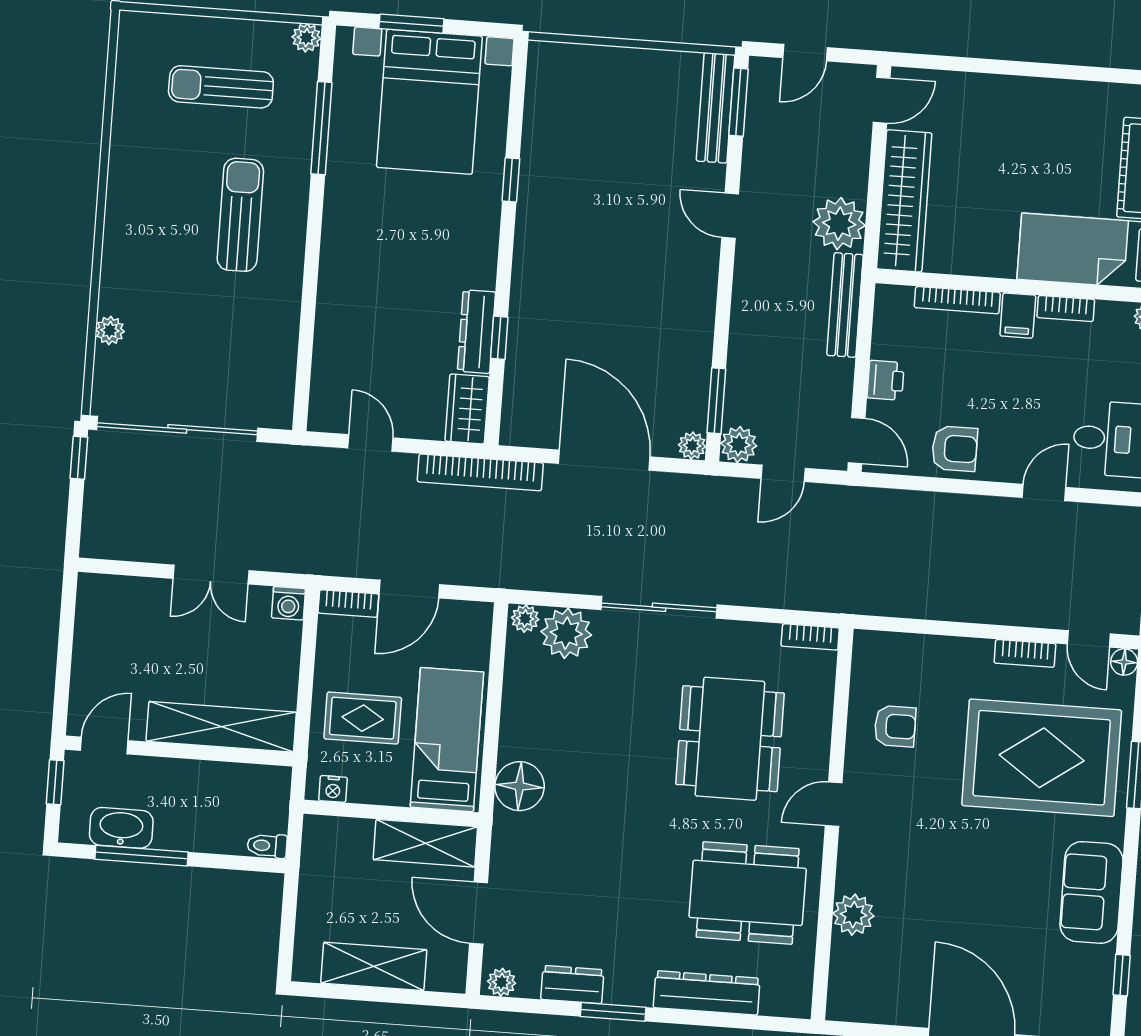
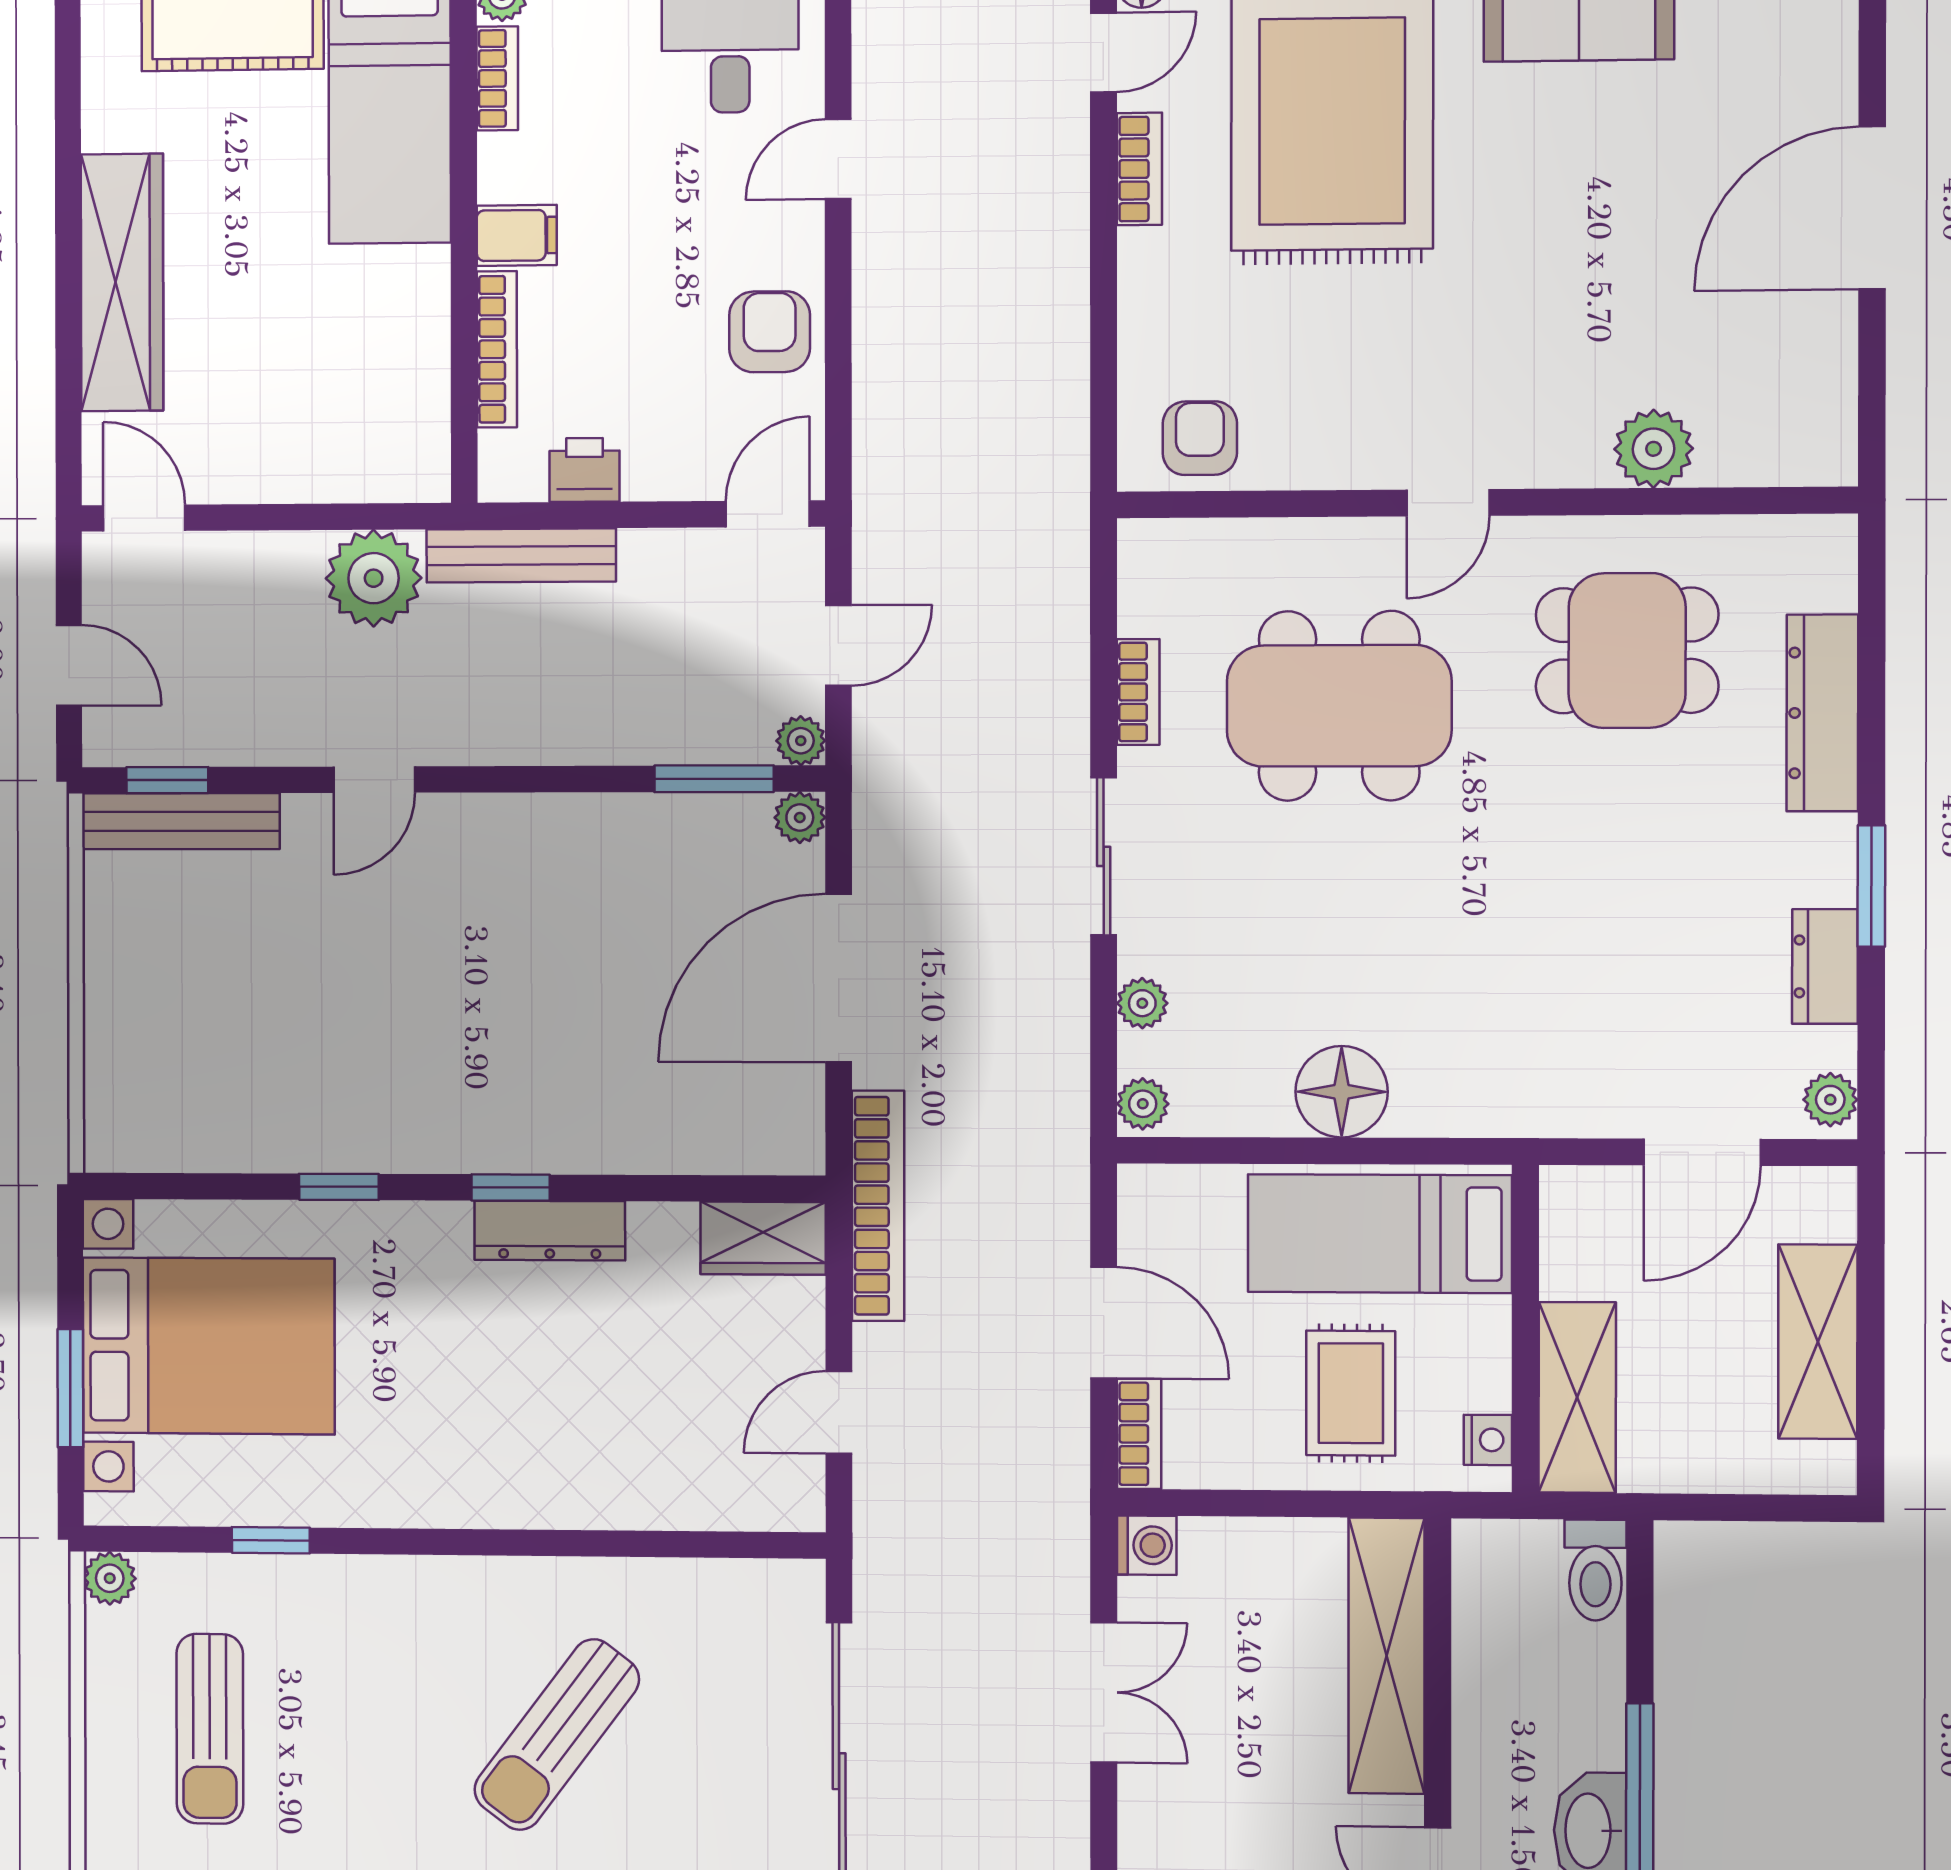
window: (738, 102) -> (167, 780), width x0.67
window: (321, 128) -> (271, 1540), width x0.46
wardrobe: (904, 201) -> (122, 282), moved, turned 90
sun lounger: (240, 215) -> (557, 1735), moved, turned -53
bookcase: (1066, 308) -> (497, 78), moved
dresser: (476, 332) -> (550, 1231), moved
window: (499, 338) -> (511, 1188), moved
printer: (886, 380) -> (584, 470), moved
plant: (739, 445) -> (801, 741), width x0.73, depth x0.73
door: (783, 473) -> (838, 645), hinge flipped
door: (1044, 492) -> (838, 159), hinge flipped
sliding door: (659, 607) -> (1104, 856), width x0.73
plant: (566, 633) -> (1142, 1003), width x0.53, depth x0.53
bookcase: (810, 637) -> (1138, 692), moved
armchair: (895, 726) -> (1200, 438), moved
floor lamp: (520, 786) -> (1342, 1092), moved
door: (834, 804) -> (1448, 503), hinge flipped
shelving: (425, 843) -> (1577, 1397), moved
toilet: (267, 846) -> (1595, 1570), width x1.37, depth x1.39
dining table: (748, 893) -> (1627, 650), width x0.73

